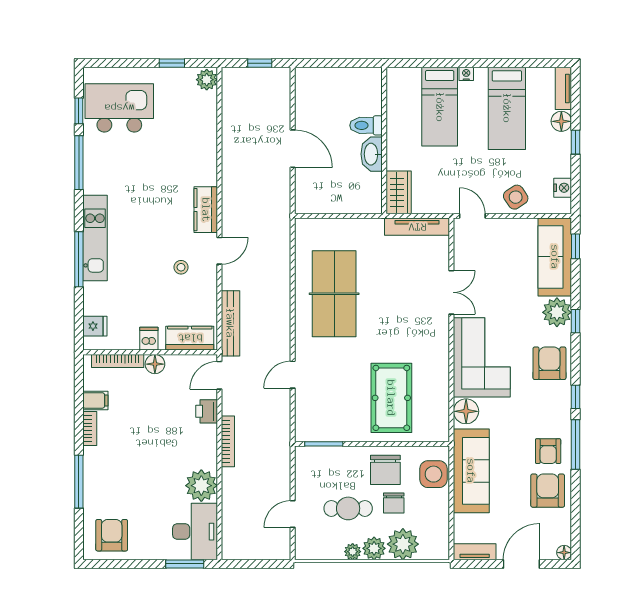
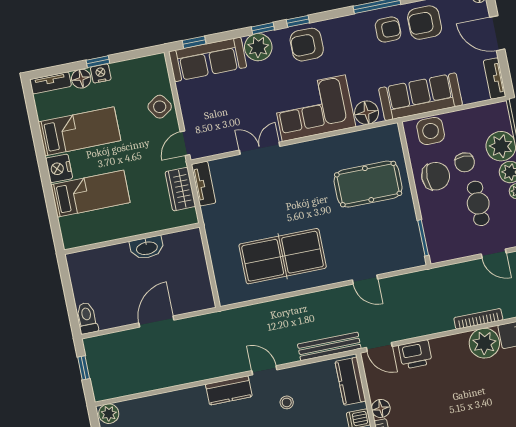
nightstand: (466, 74) -> (59, 168), width x1.89, depth x1.79
toilet: (366, 125) -> (87, 318), moved, turned 180
nightstand: (563, 188) -> (101, 73), moved
wardrobe: (399, 192) -> (180, 189), moved, turned -90
tv unit: (417, 227) -> (204, 184), width x0.71
window: (576, 397) -> (298, 21), moved
printer: (207, 411) -> (415, 354), width x1.36, depth x1.24
bookcase: (228, 441) -> (478, 319), moved
chair: (394, 503) -> (465, 162), turned 90

